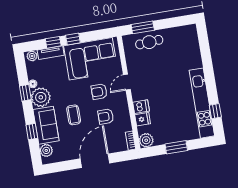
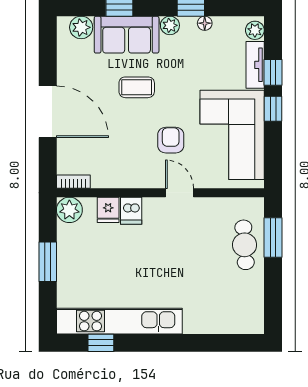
plant: (41, 97) -> (170, 25), width x0.53, depth x0.53
armchair: (106, 117) -> (124, 144), removed

